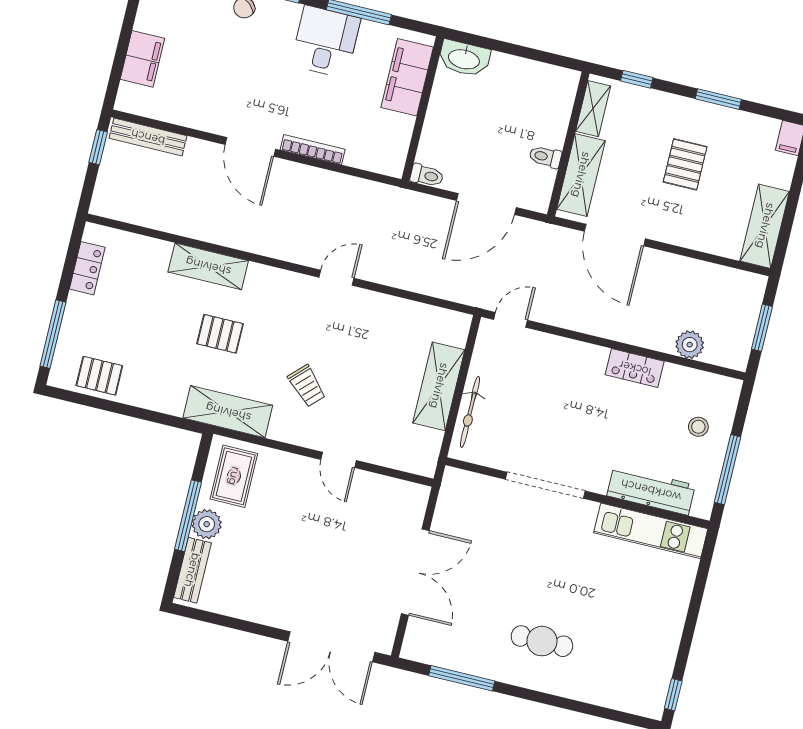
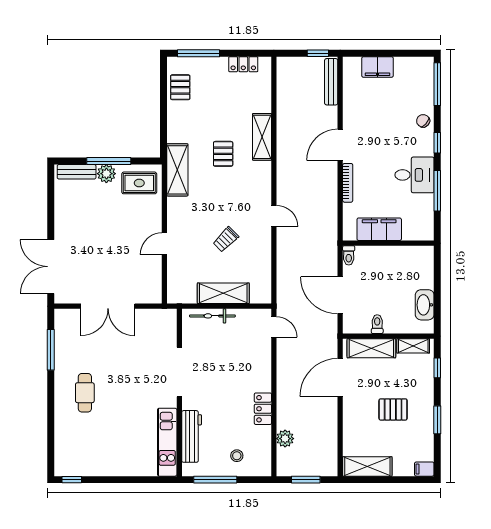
washbasin: (464, 58) -> (425, 305), moved
filing cabinet: (407, 77) -> (379, 229), moved
trolley: (307, 386) -> (226, 239), moved

